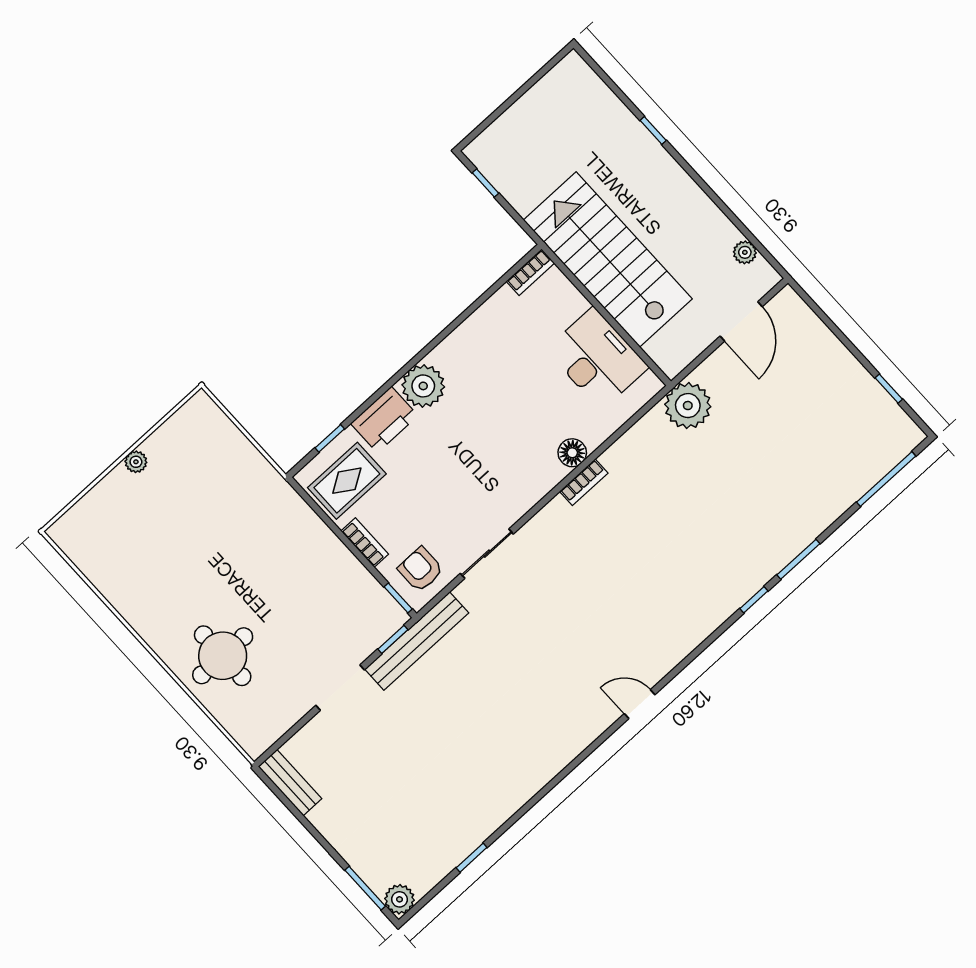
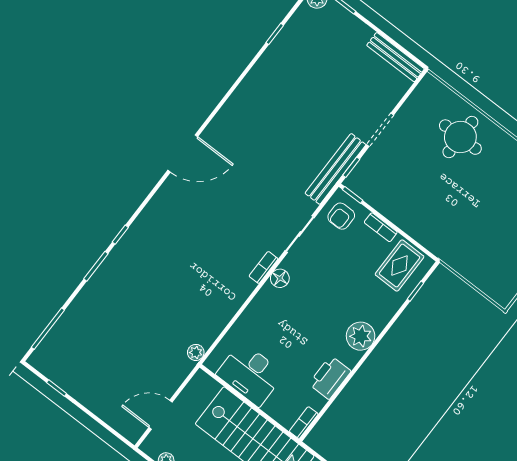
door: (741, 321) -> (161, 415), hinge flipped
plant: (688, 406) -> (196, 352), width x0.53, depth x0.53
printer: (384, 420) -> (330, 378), moved
floor lamp: (572, 453) -> (280, 278), moved
bookcase: (584, 482) -> (264, 267), moved
armchair: (421, 569) -> (341, 216), turned 90
door: (640, 704) -> (183, 153), width x1.88
bench: (290, 783) -> (395, 57), width x1.36

